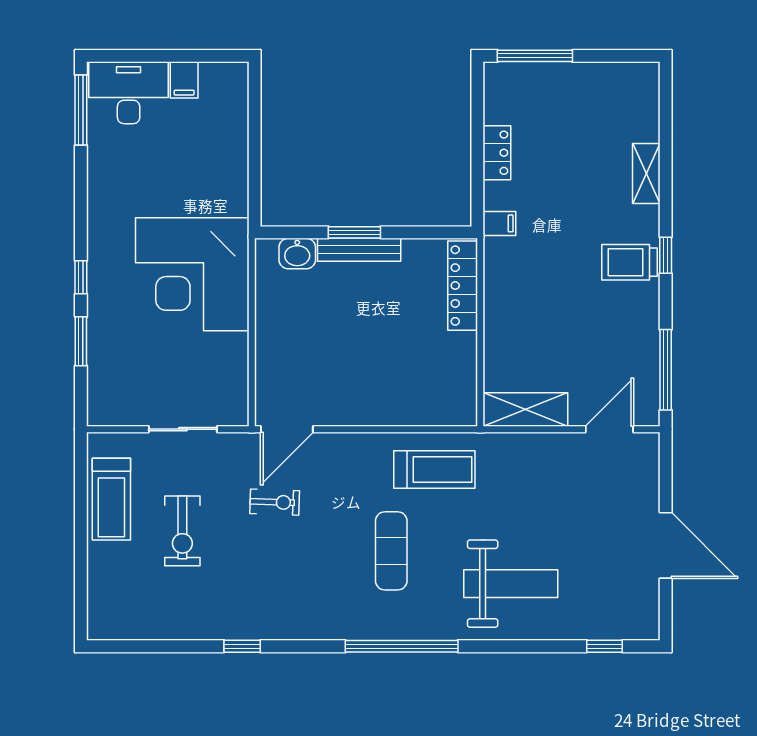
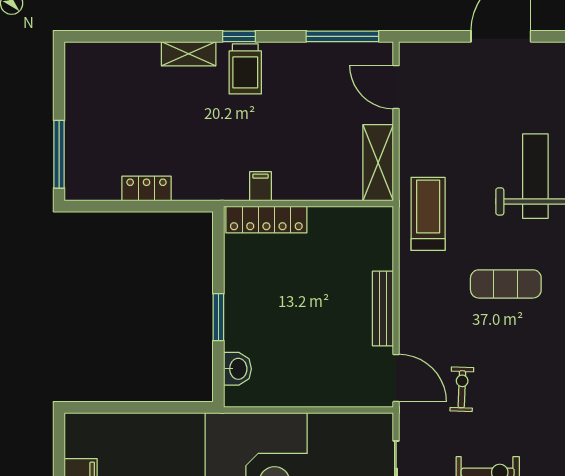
shelving: (646, 174) -> (189, 54), moved
filing cabinet: (499, 223) -> (260, 186), moved
bench: (359, 250) -> (383, 308), moved
treadmill: (434, 469) -> (428, 214), moved

